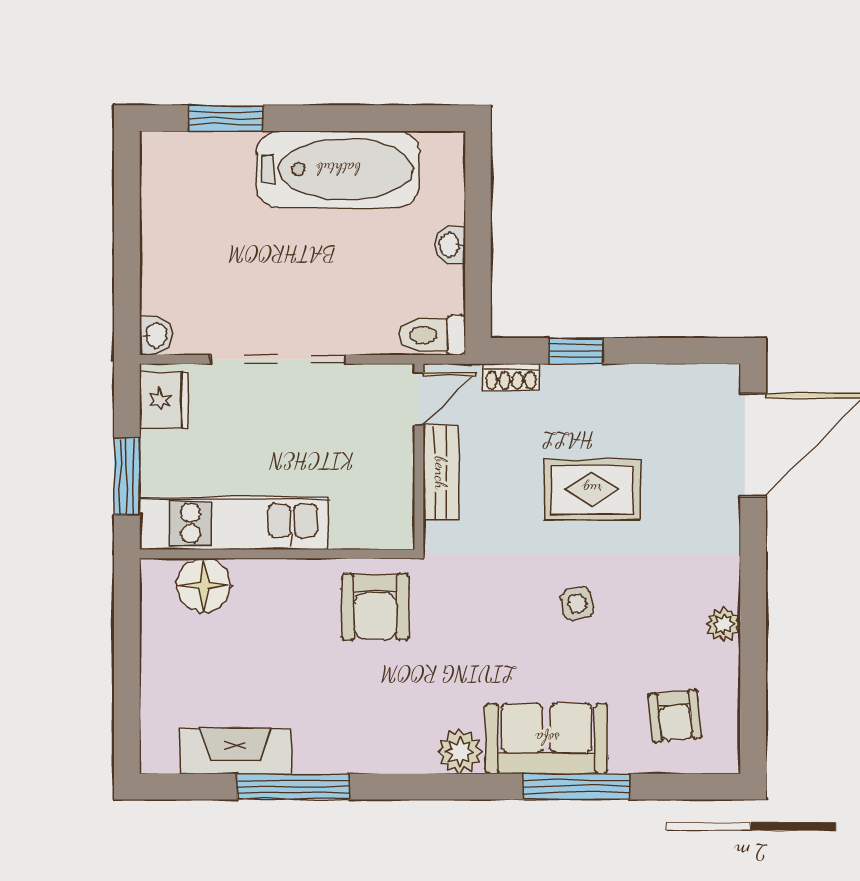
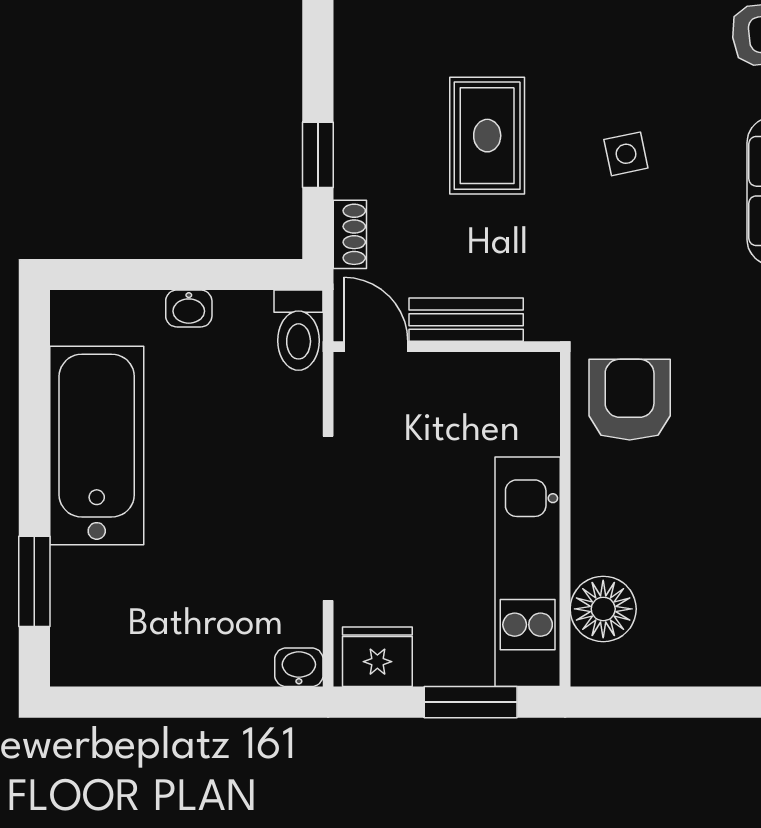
armchair: (375, 607) -> (630, 400), turned -90

